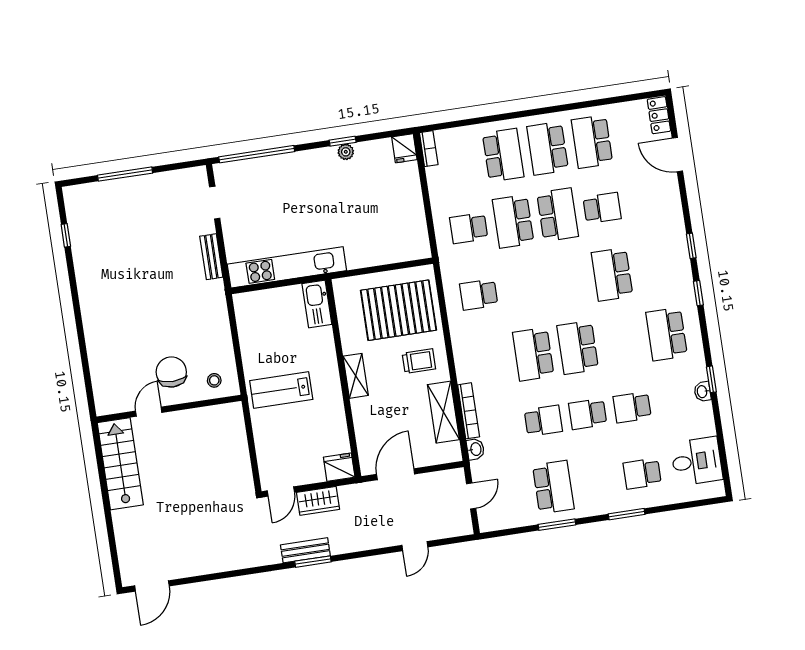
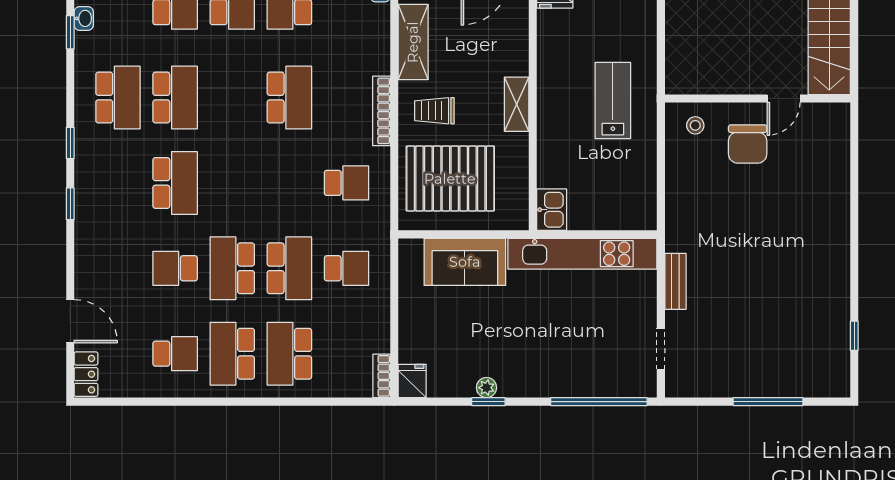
school desk: (592, 142) -> (175, 354), width x0.54
school desk: (548, 148) -> (232, 354), turned 180
sofa: (377, 247) -> (465, 262), added
kitchen sink: (317, 304) -> (552, 210), width x0.73
school desk: (578, 348) -> (175, 98), moved
lab bench: (281, 390) -> (613, 101), turned -90
bookcase: (469, 411) -> (381, 111), moved

